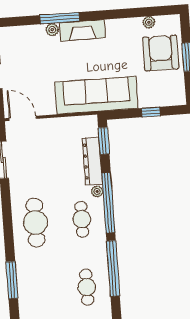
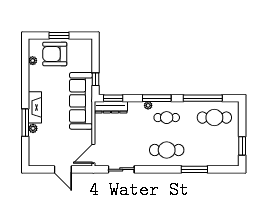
window: (151, 112) -> (95, 79), moved
dresser: (92, 161) -> (111, 107), moved
window: (108, 203) -> (157, 98), width x0.68
window: (12, 280) -> (194, 169), moved
cafe table: (87, 287) -> (214, 118), width x1.37, depth x1.35

